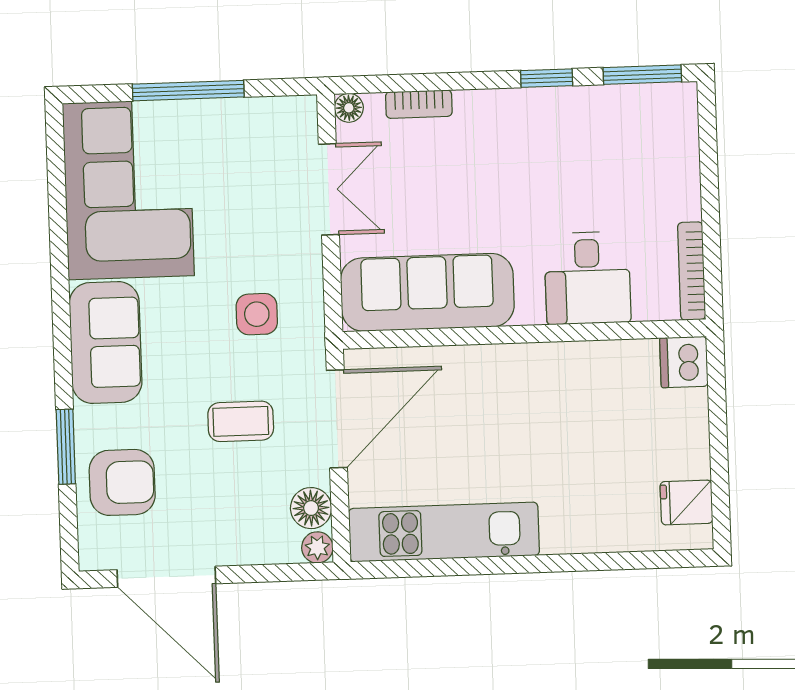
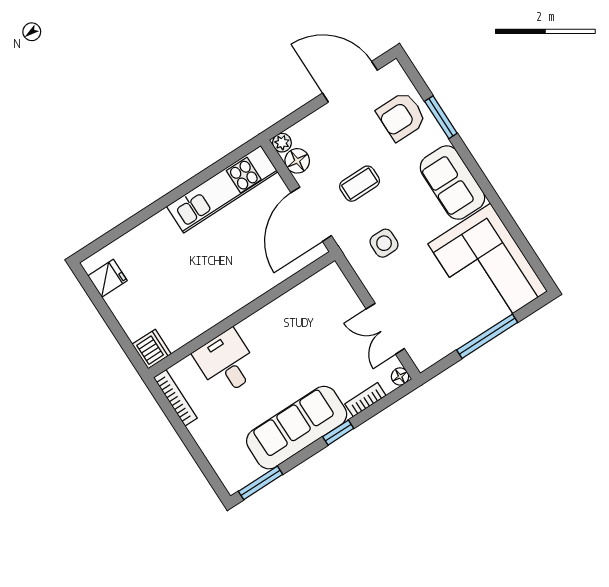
window: (547, 78) -> (338, 433), moved
sofa: (427, 292) -> (297, 428), moved, turned 180

